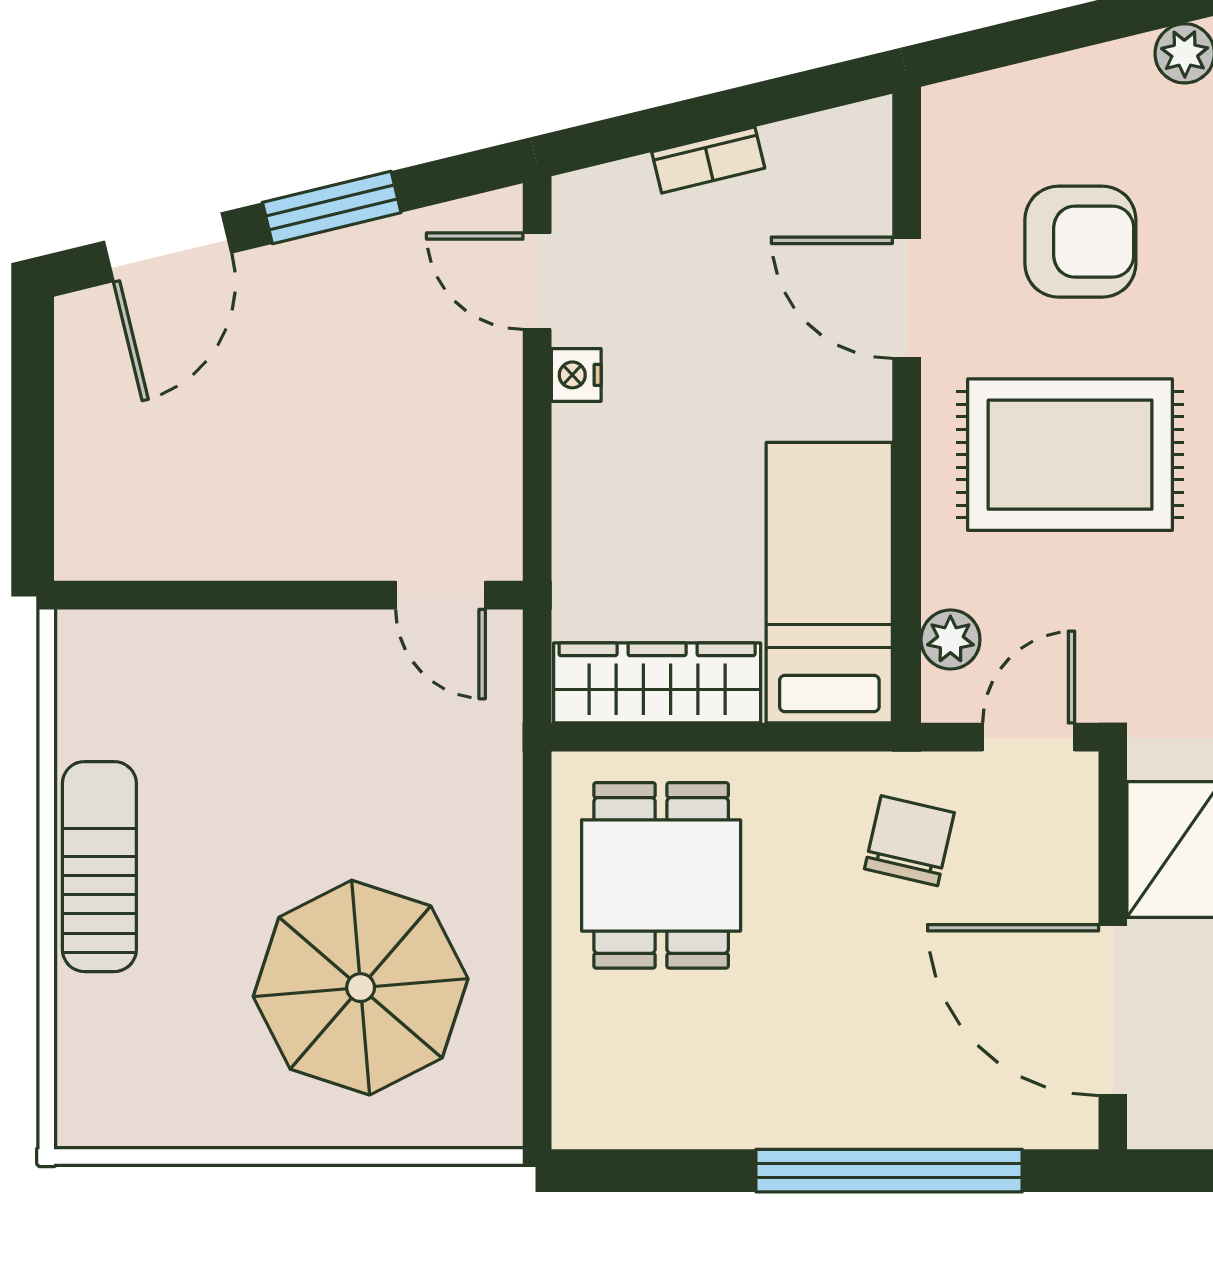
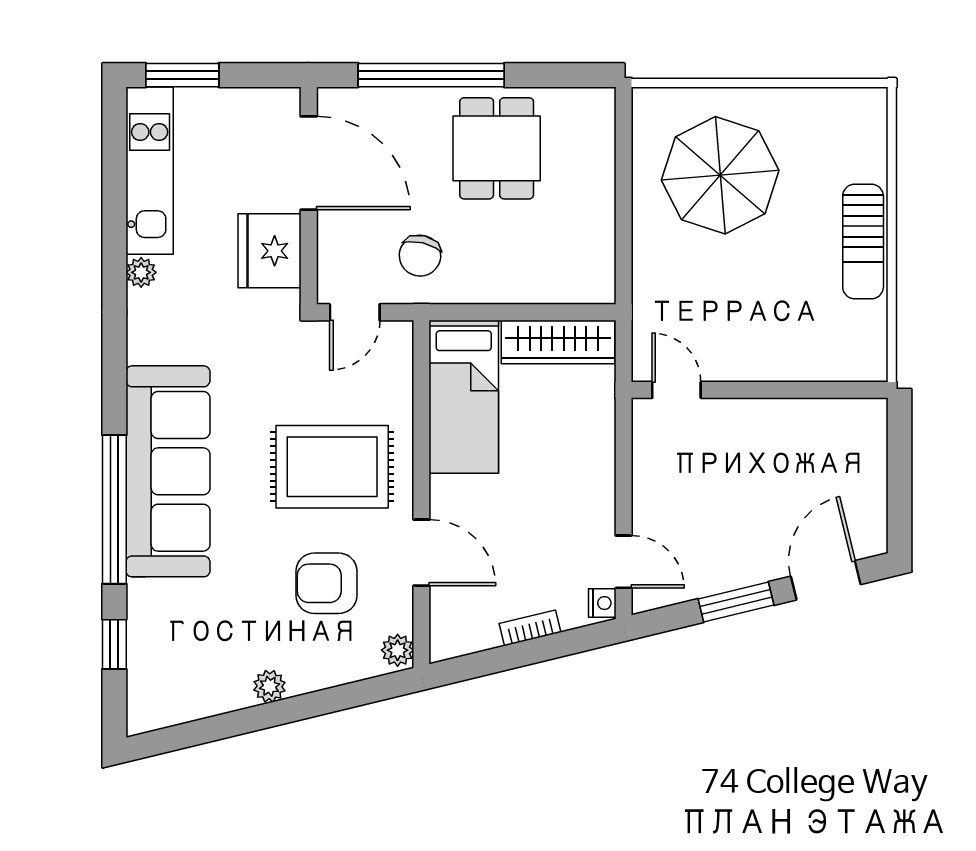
nightstand: (576, 375) -> (602, 603), moved
plant: (950, 640) -> (398, 650), moved
dining table: (661, 875) -> (497, 148), moved

